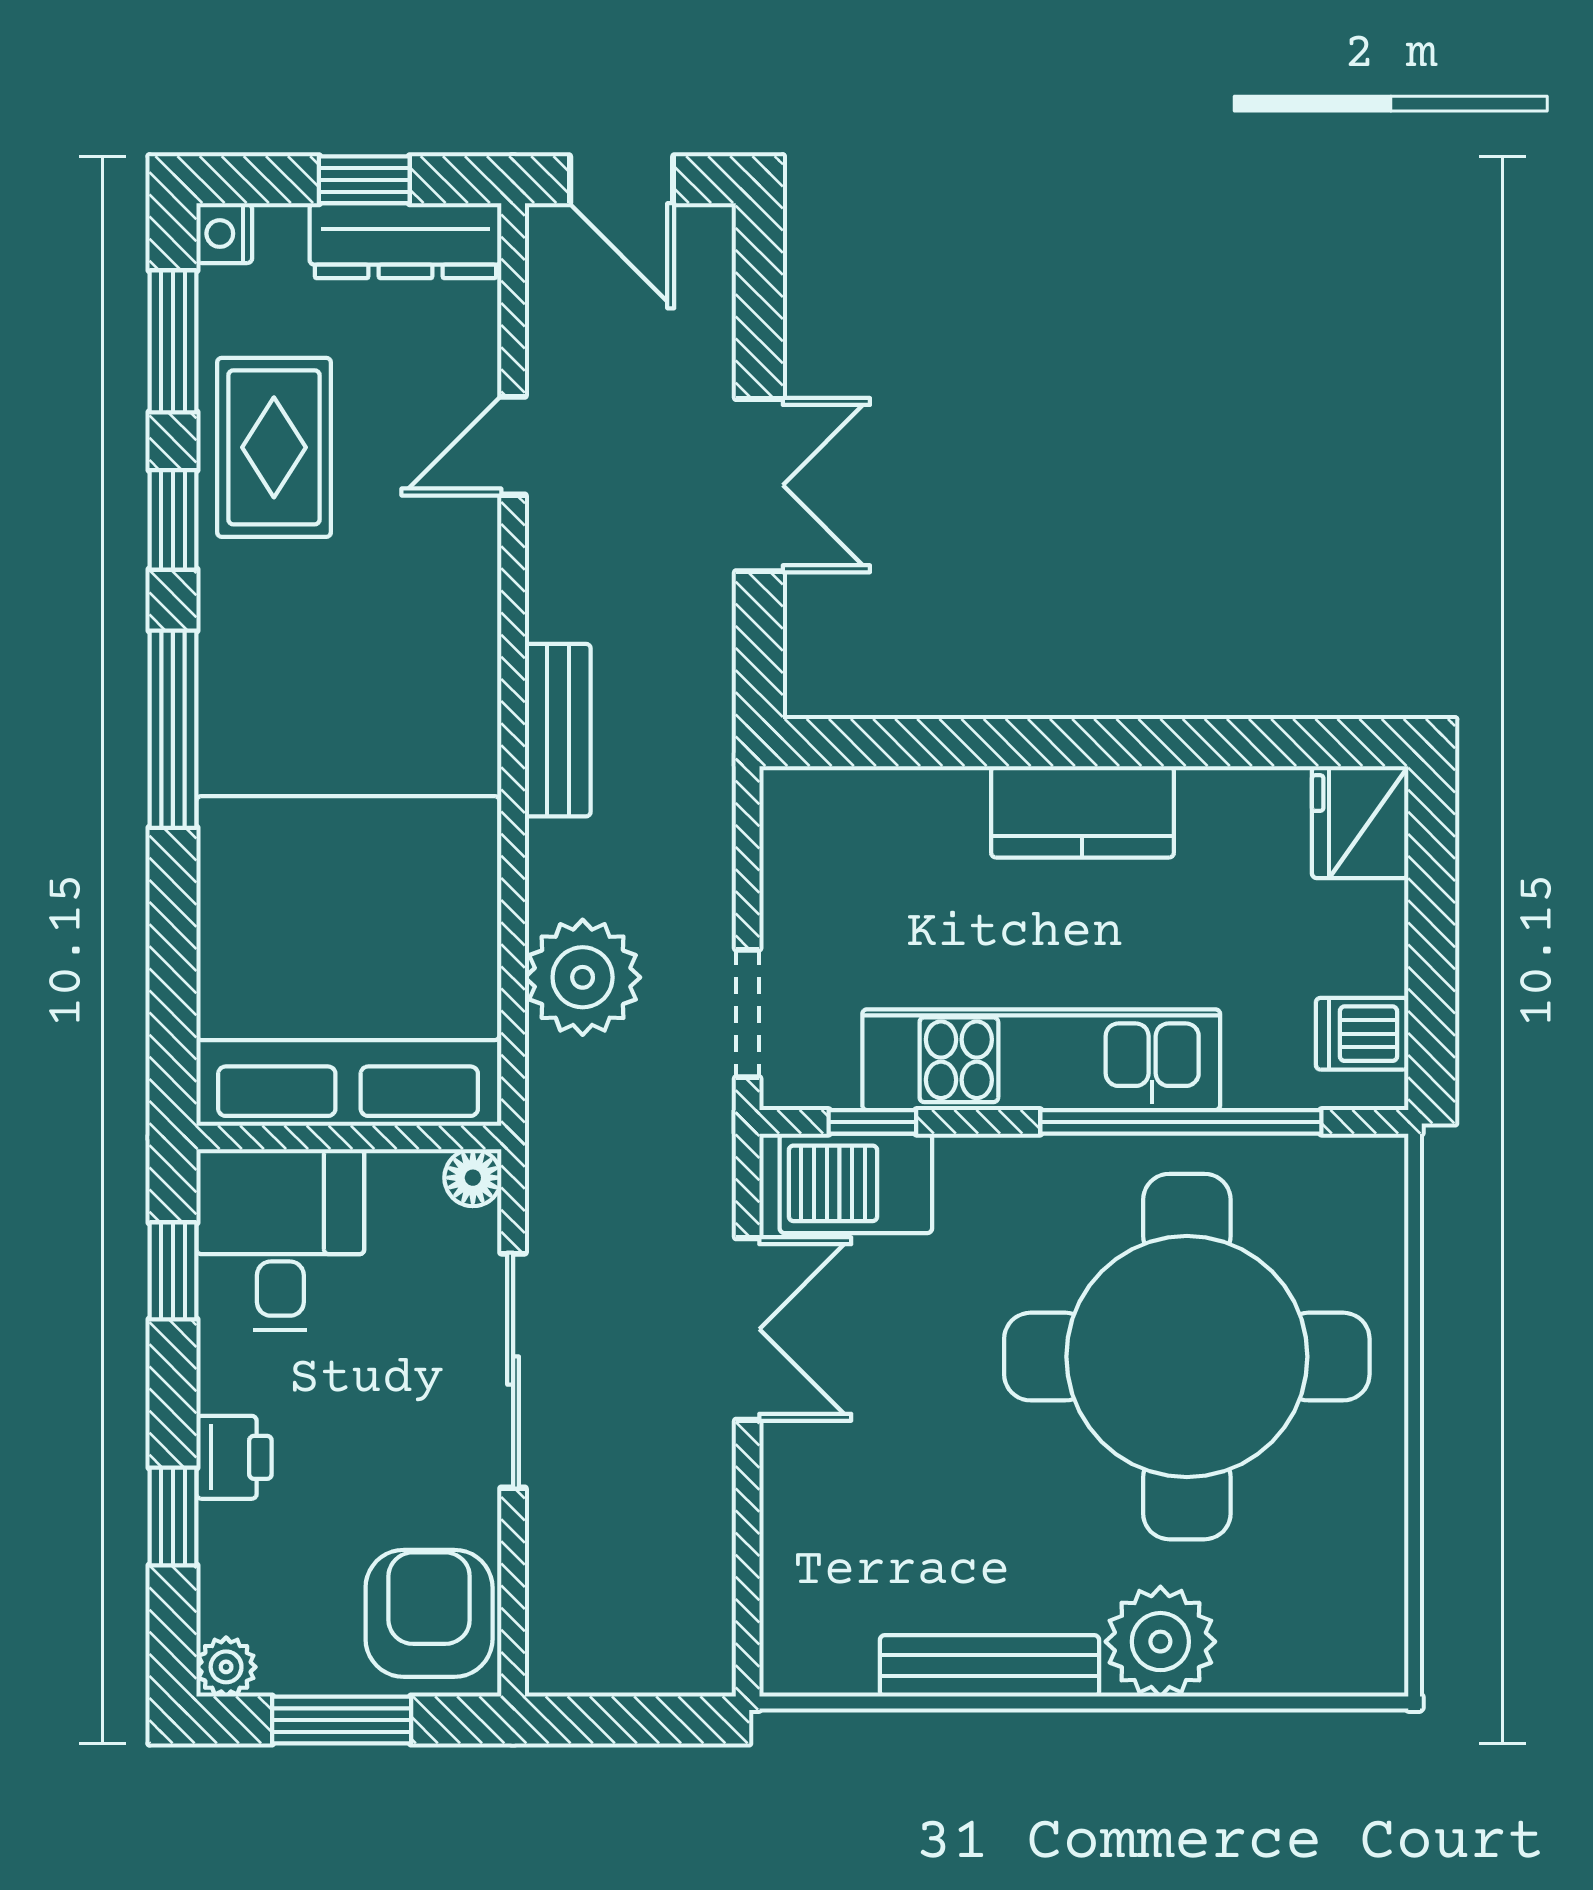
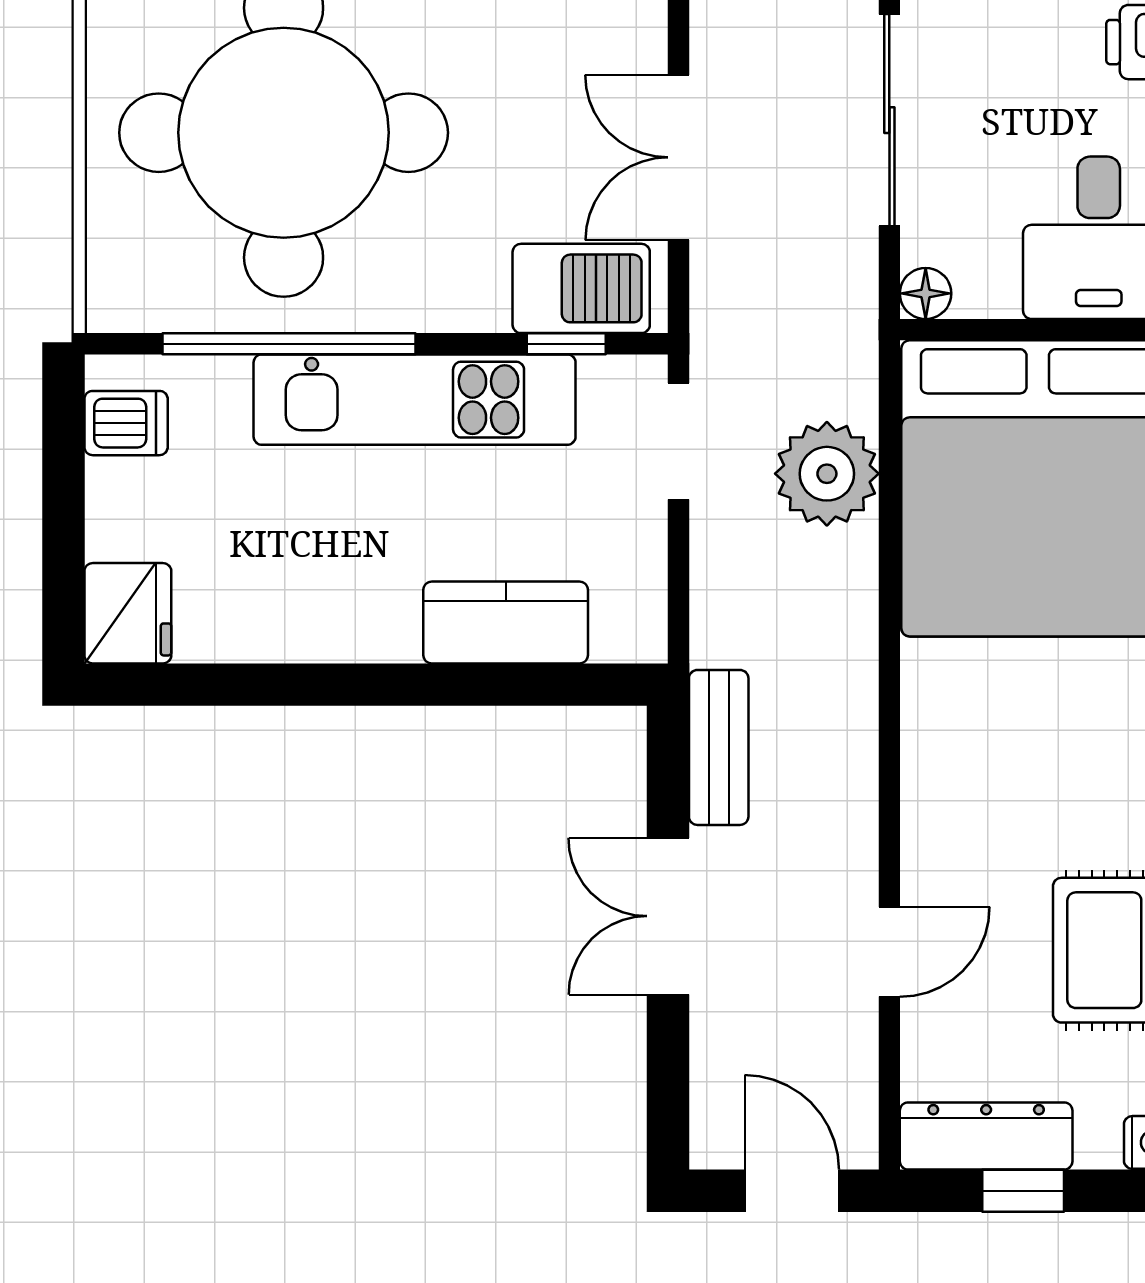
bench: (558, 730) -> (719, 747), moved
kitchen counter: (1082, 812) -> (506, 622), moved

